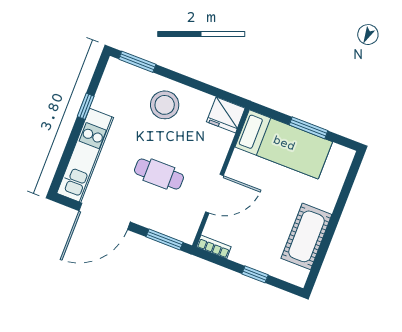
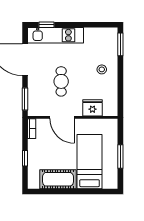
stool: (165, 105) -> (102, 69), width x0.53, depth x0.53
window: (86, 106) -> (47, 25), moved
fridge: (226, 115) -> (92, 108), moved, turned 90
bed: (284, 144) -> (90, 162), moved, turned 180

